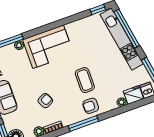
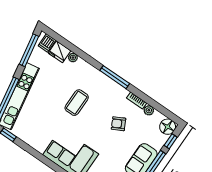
armchair: (91, 106) -> (95, 82), removed

